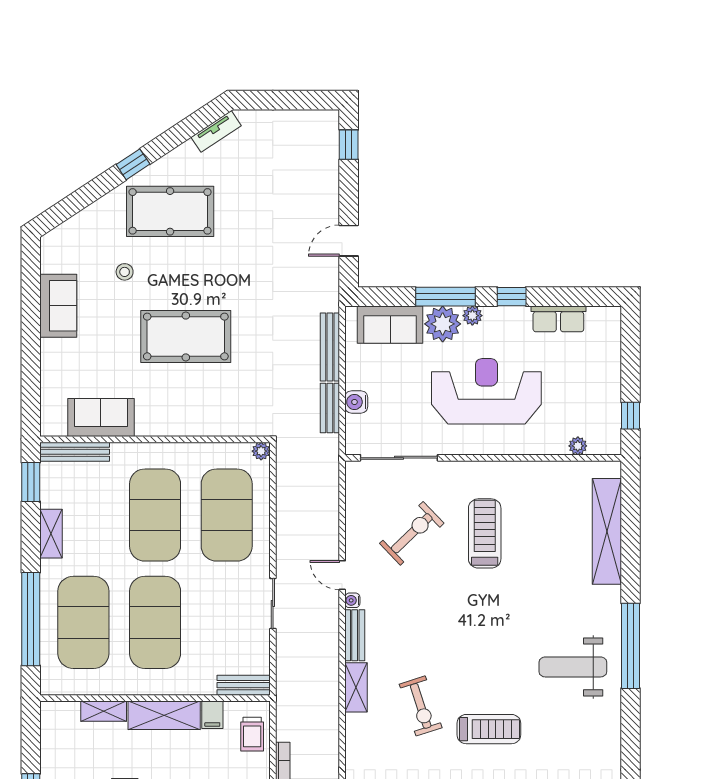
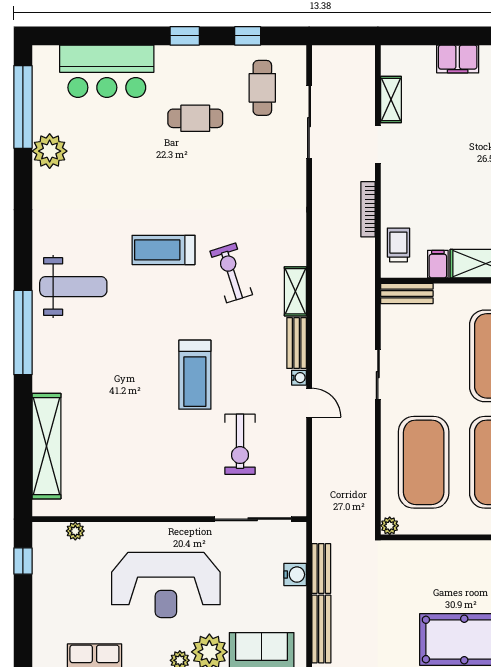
exercise bike: (412, 533) -> (240, 444), turned -46
treadmill: (485, 533) -> (195, 375), moved
weight bench: (573, 667) -> (73, 287), moved

